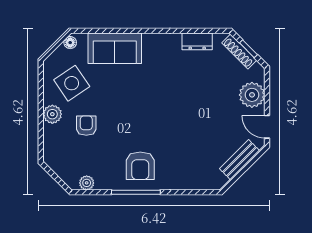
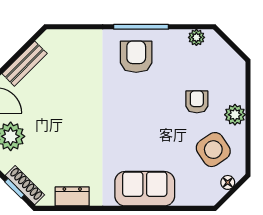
floor lamp: (70, 43) -> (228, 182), moved
sofa: (115, 48) -> (145, 189), moved
armchair: (86, 126) -> (197, 102), turned 180

